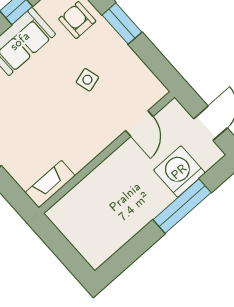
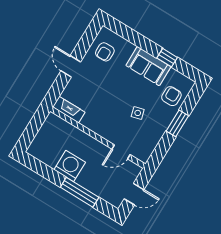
washing machine: (179, 172) -> (70, 166), moved

